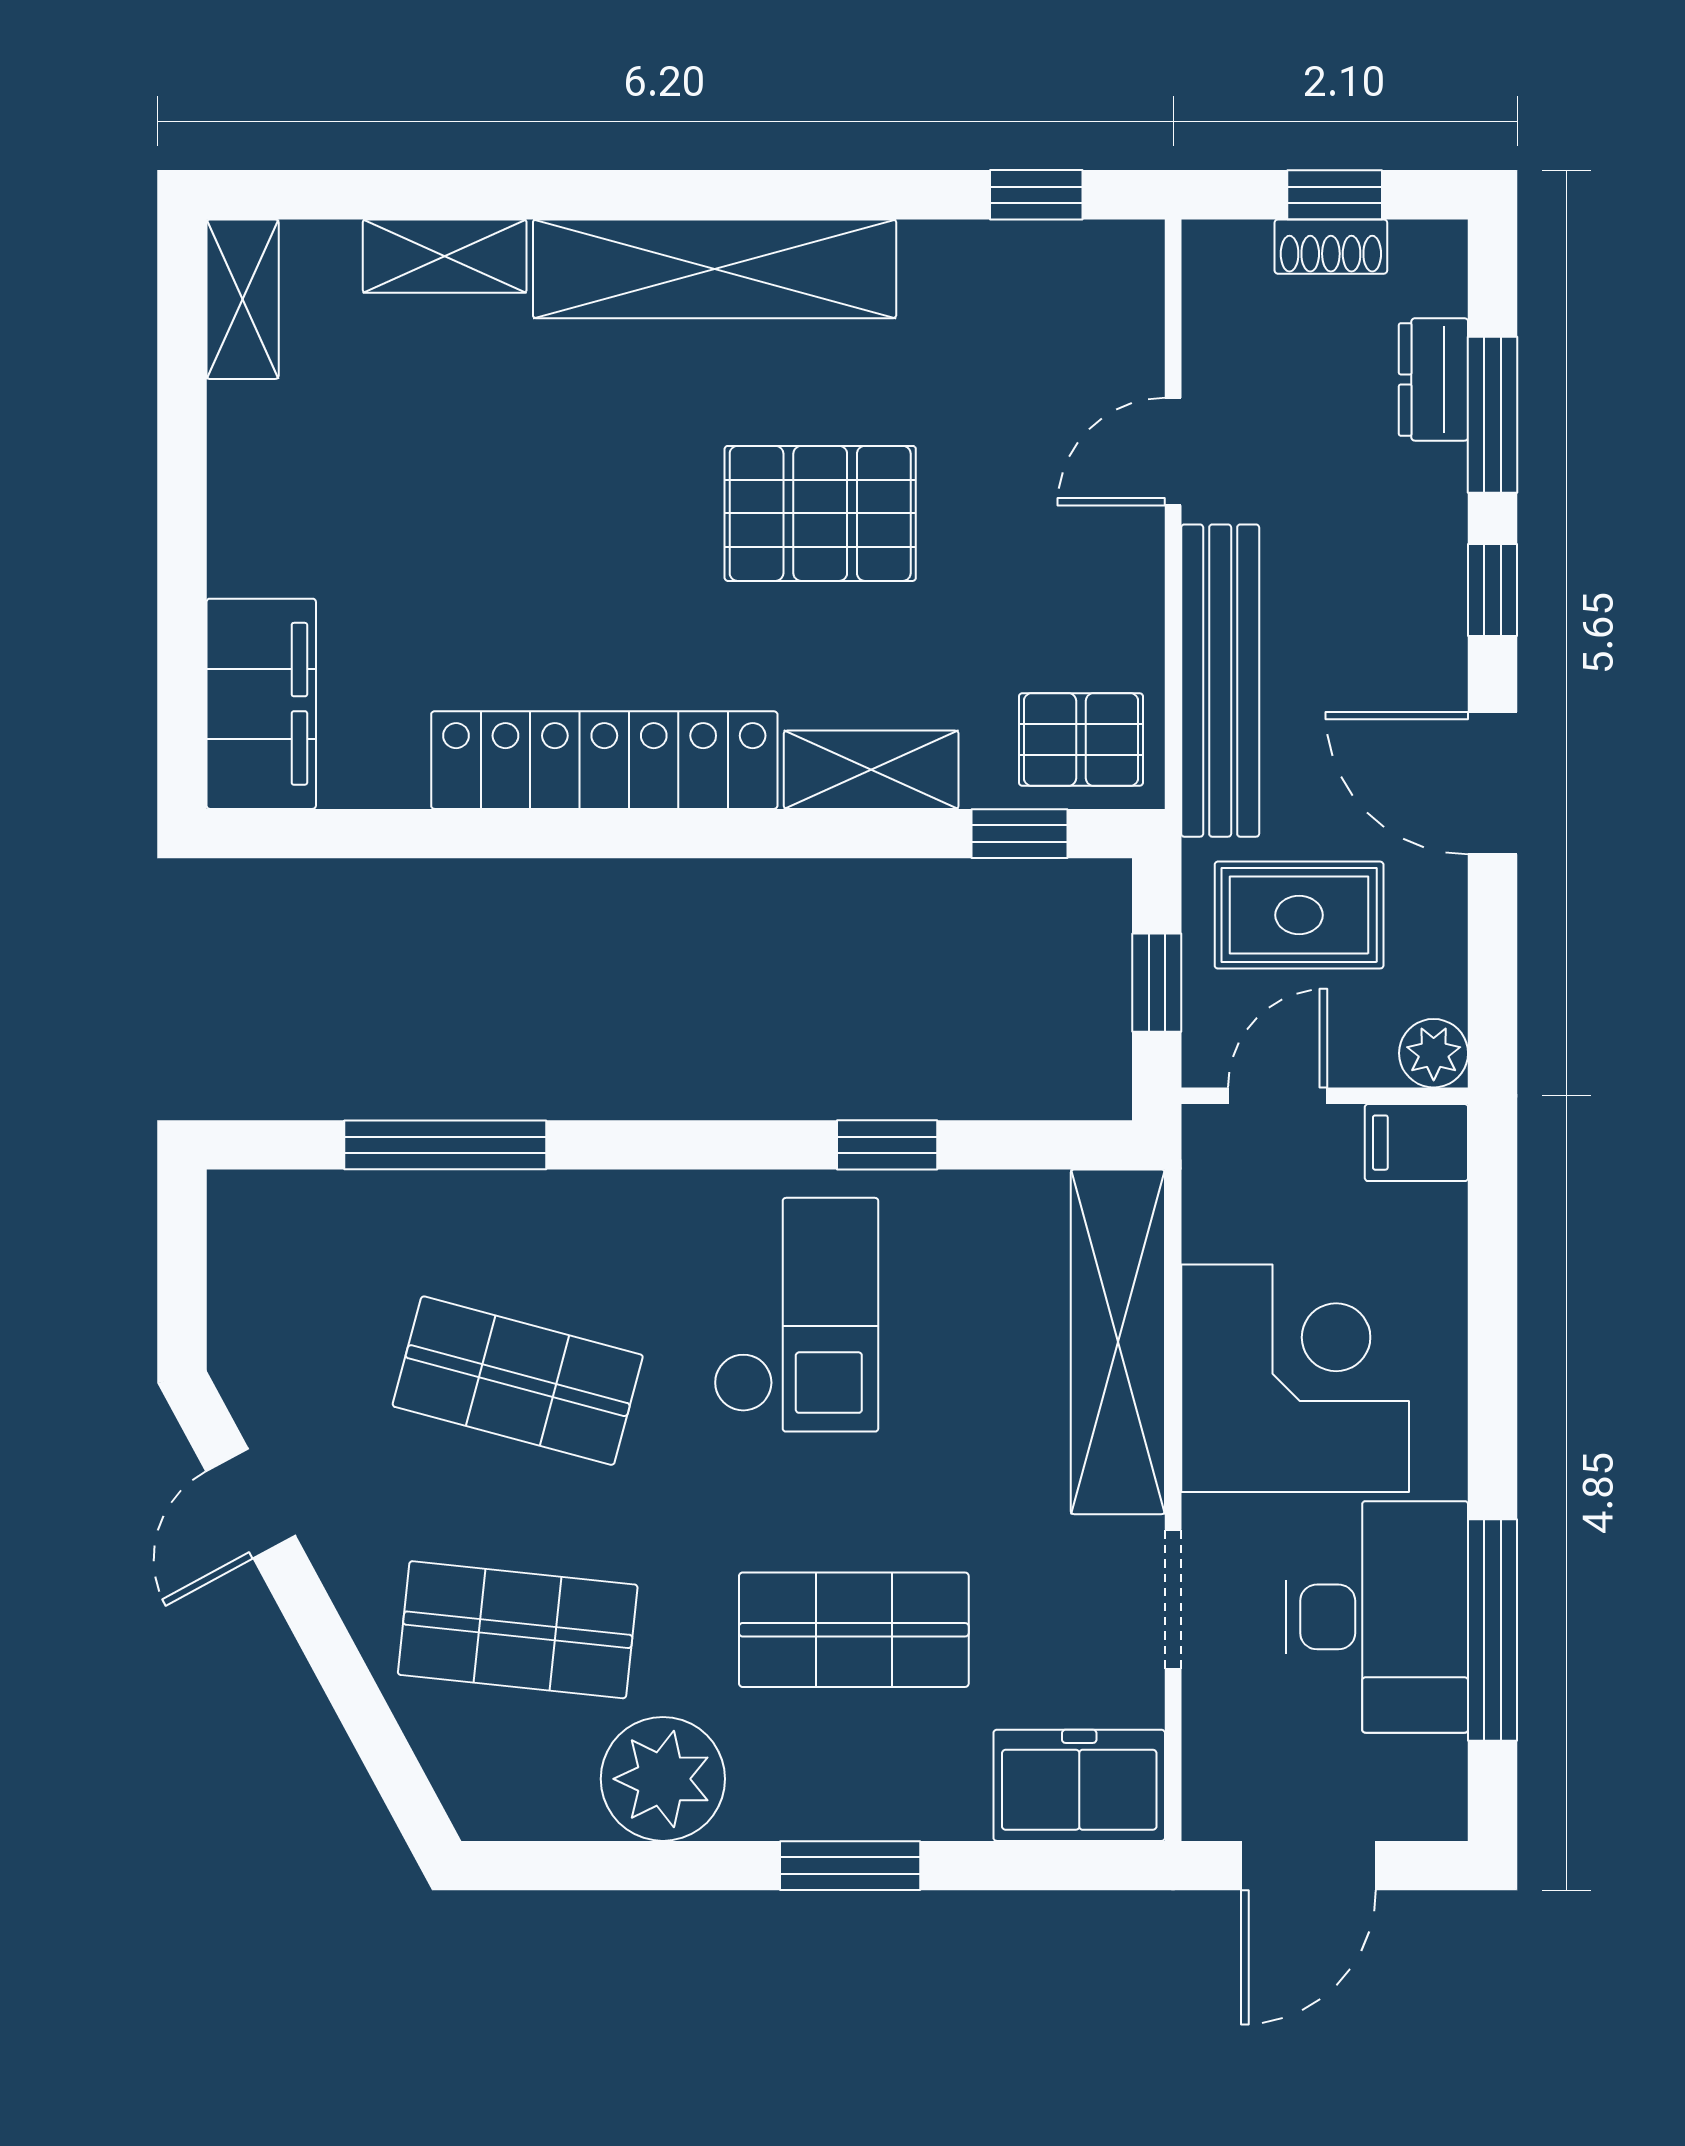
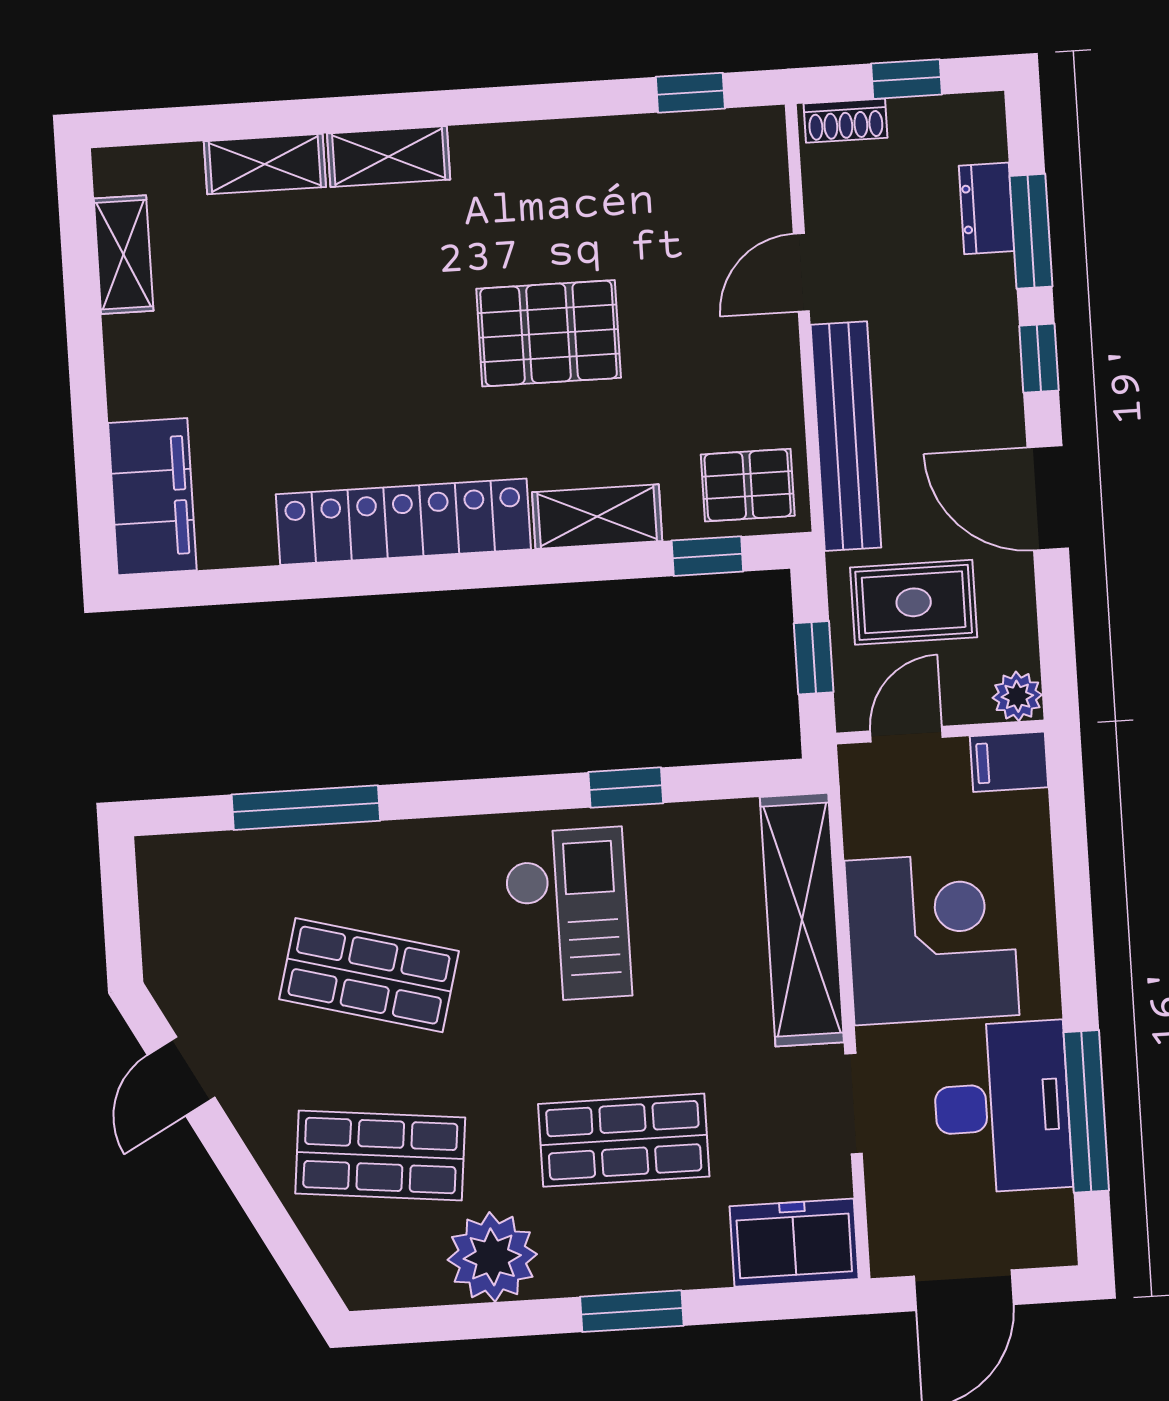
shoe rack: (1331, 247) -> (846, 121), moved
shelving: (715, 269) -> (389, 157), width x0.45, depth x0.75
shelving: (243, 299) -> (124, 255), moved

